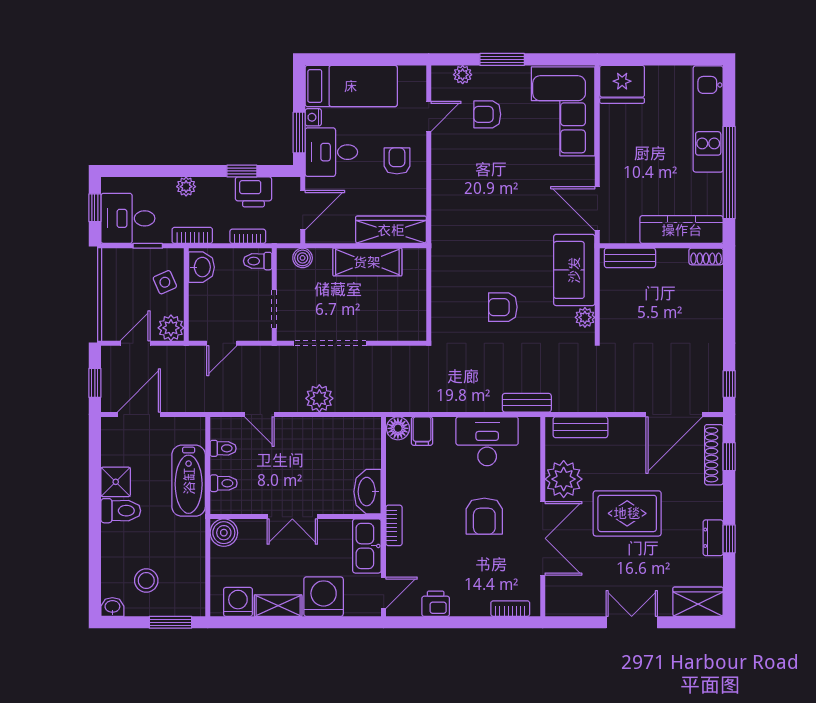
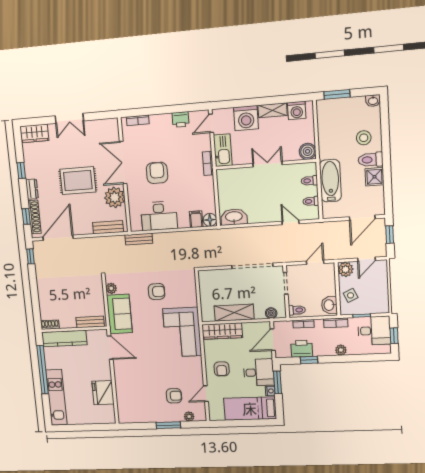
fridge: (622, 84) -> (103, 393), moved, turned -90
corner sofa: (563, 111) -> (182, 332), moved, turned 180
plant: (319, 398) -> (256, 234), removed
washbasin: (367, 492) -> (234, 217), moved, turned -90
dresser: (713, 538) -> (32, 189), moved
stool: (146, 581) -> (364, 138), moved

